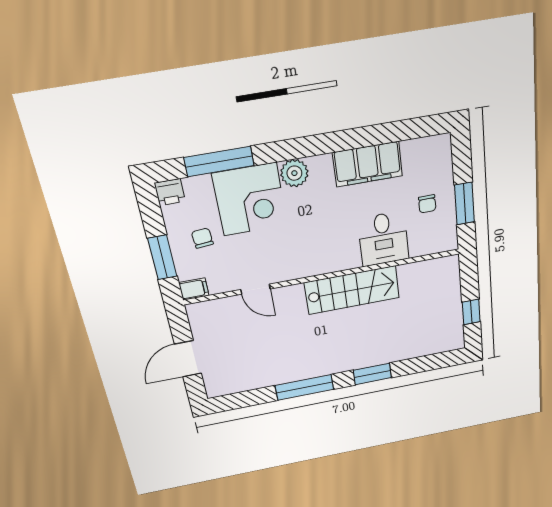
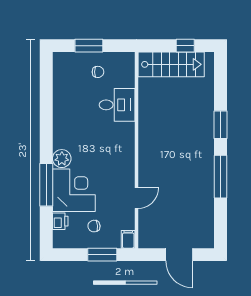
window: (219, 162) -> (46, 185), moved
filing cabinet: (368, 164) -> (64, 110), removed
printer: (170, 192) -> (60, 221), moved
window: (465, 204) -> (89, 46), moved
stairs: (352, 290) -> (171, 64), moved, turned 90

